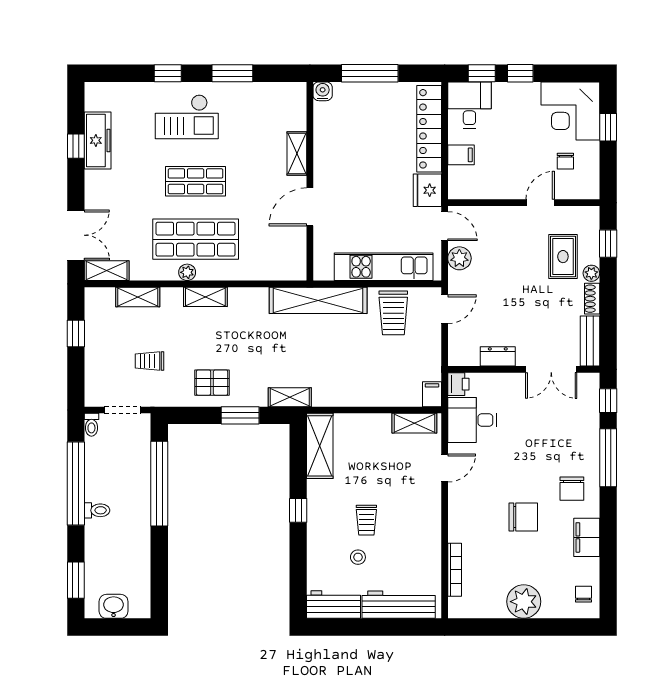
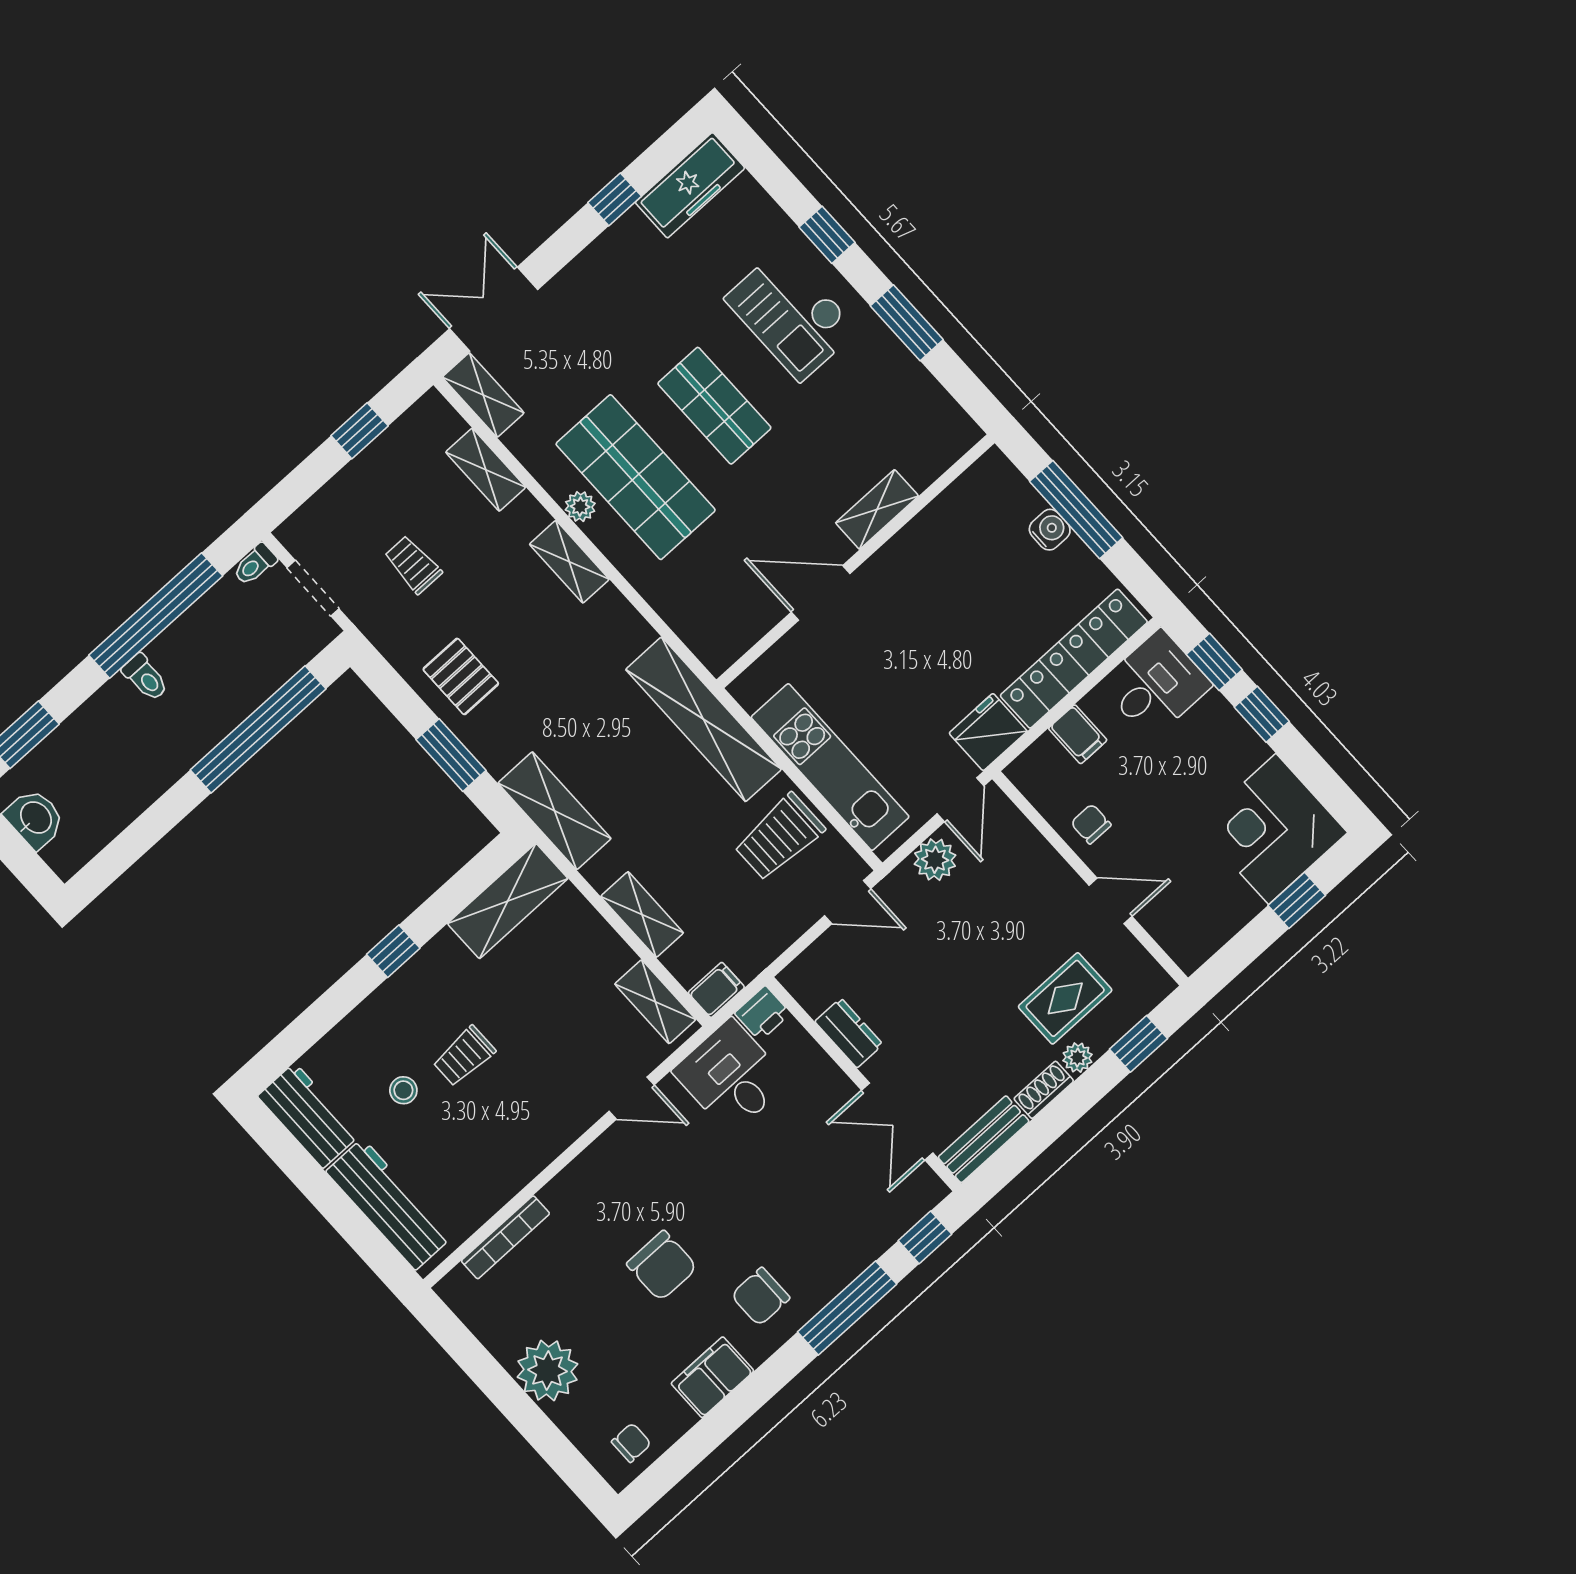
water cooler: (323, 91) -> (1050, 530), moved
freezer: (98, 140) -> (690, 185), moved
chair: (565, 161) -> (1091, 824), moved, turned 90
double door: (76, 235) -> (494, 309), swing flipped
shelving: (290, 397) -> (554, 811), width x1.50, depth x1.33
shelving: (374, 397) -> (642, 915), added

